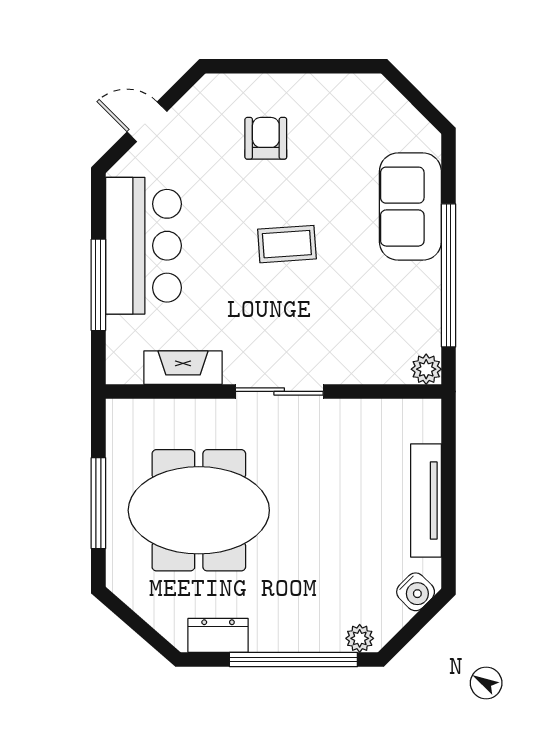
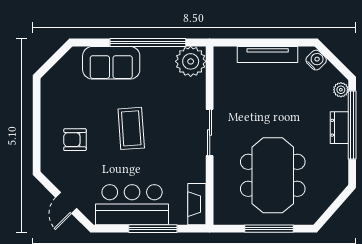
coffee table: (287, 244) -> (131, 128), width x1.36, depth x1.30
fireplace: (183, 368) -> (197, 204), moved
plant: (426, 369) -> (191, 61), width x1.87, depth x1.87
dresser: (218, 635) -> (339, 128), moved

